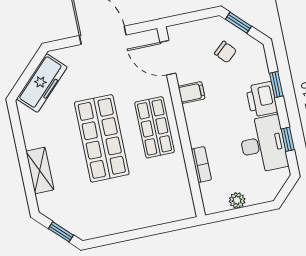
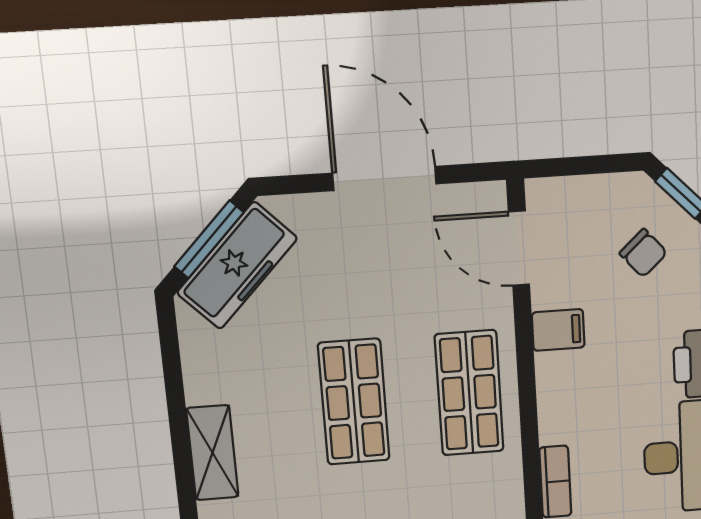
window: (28, 73) -> (209, 239), added
shop shelf: (102, 138) -> (354, 402), width x0.70, depth x0.74

